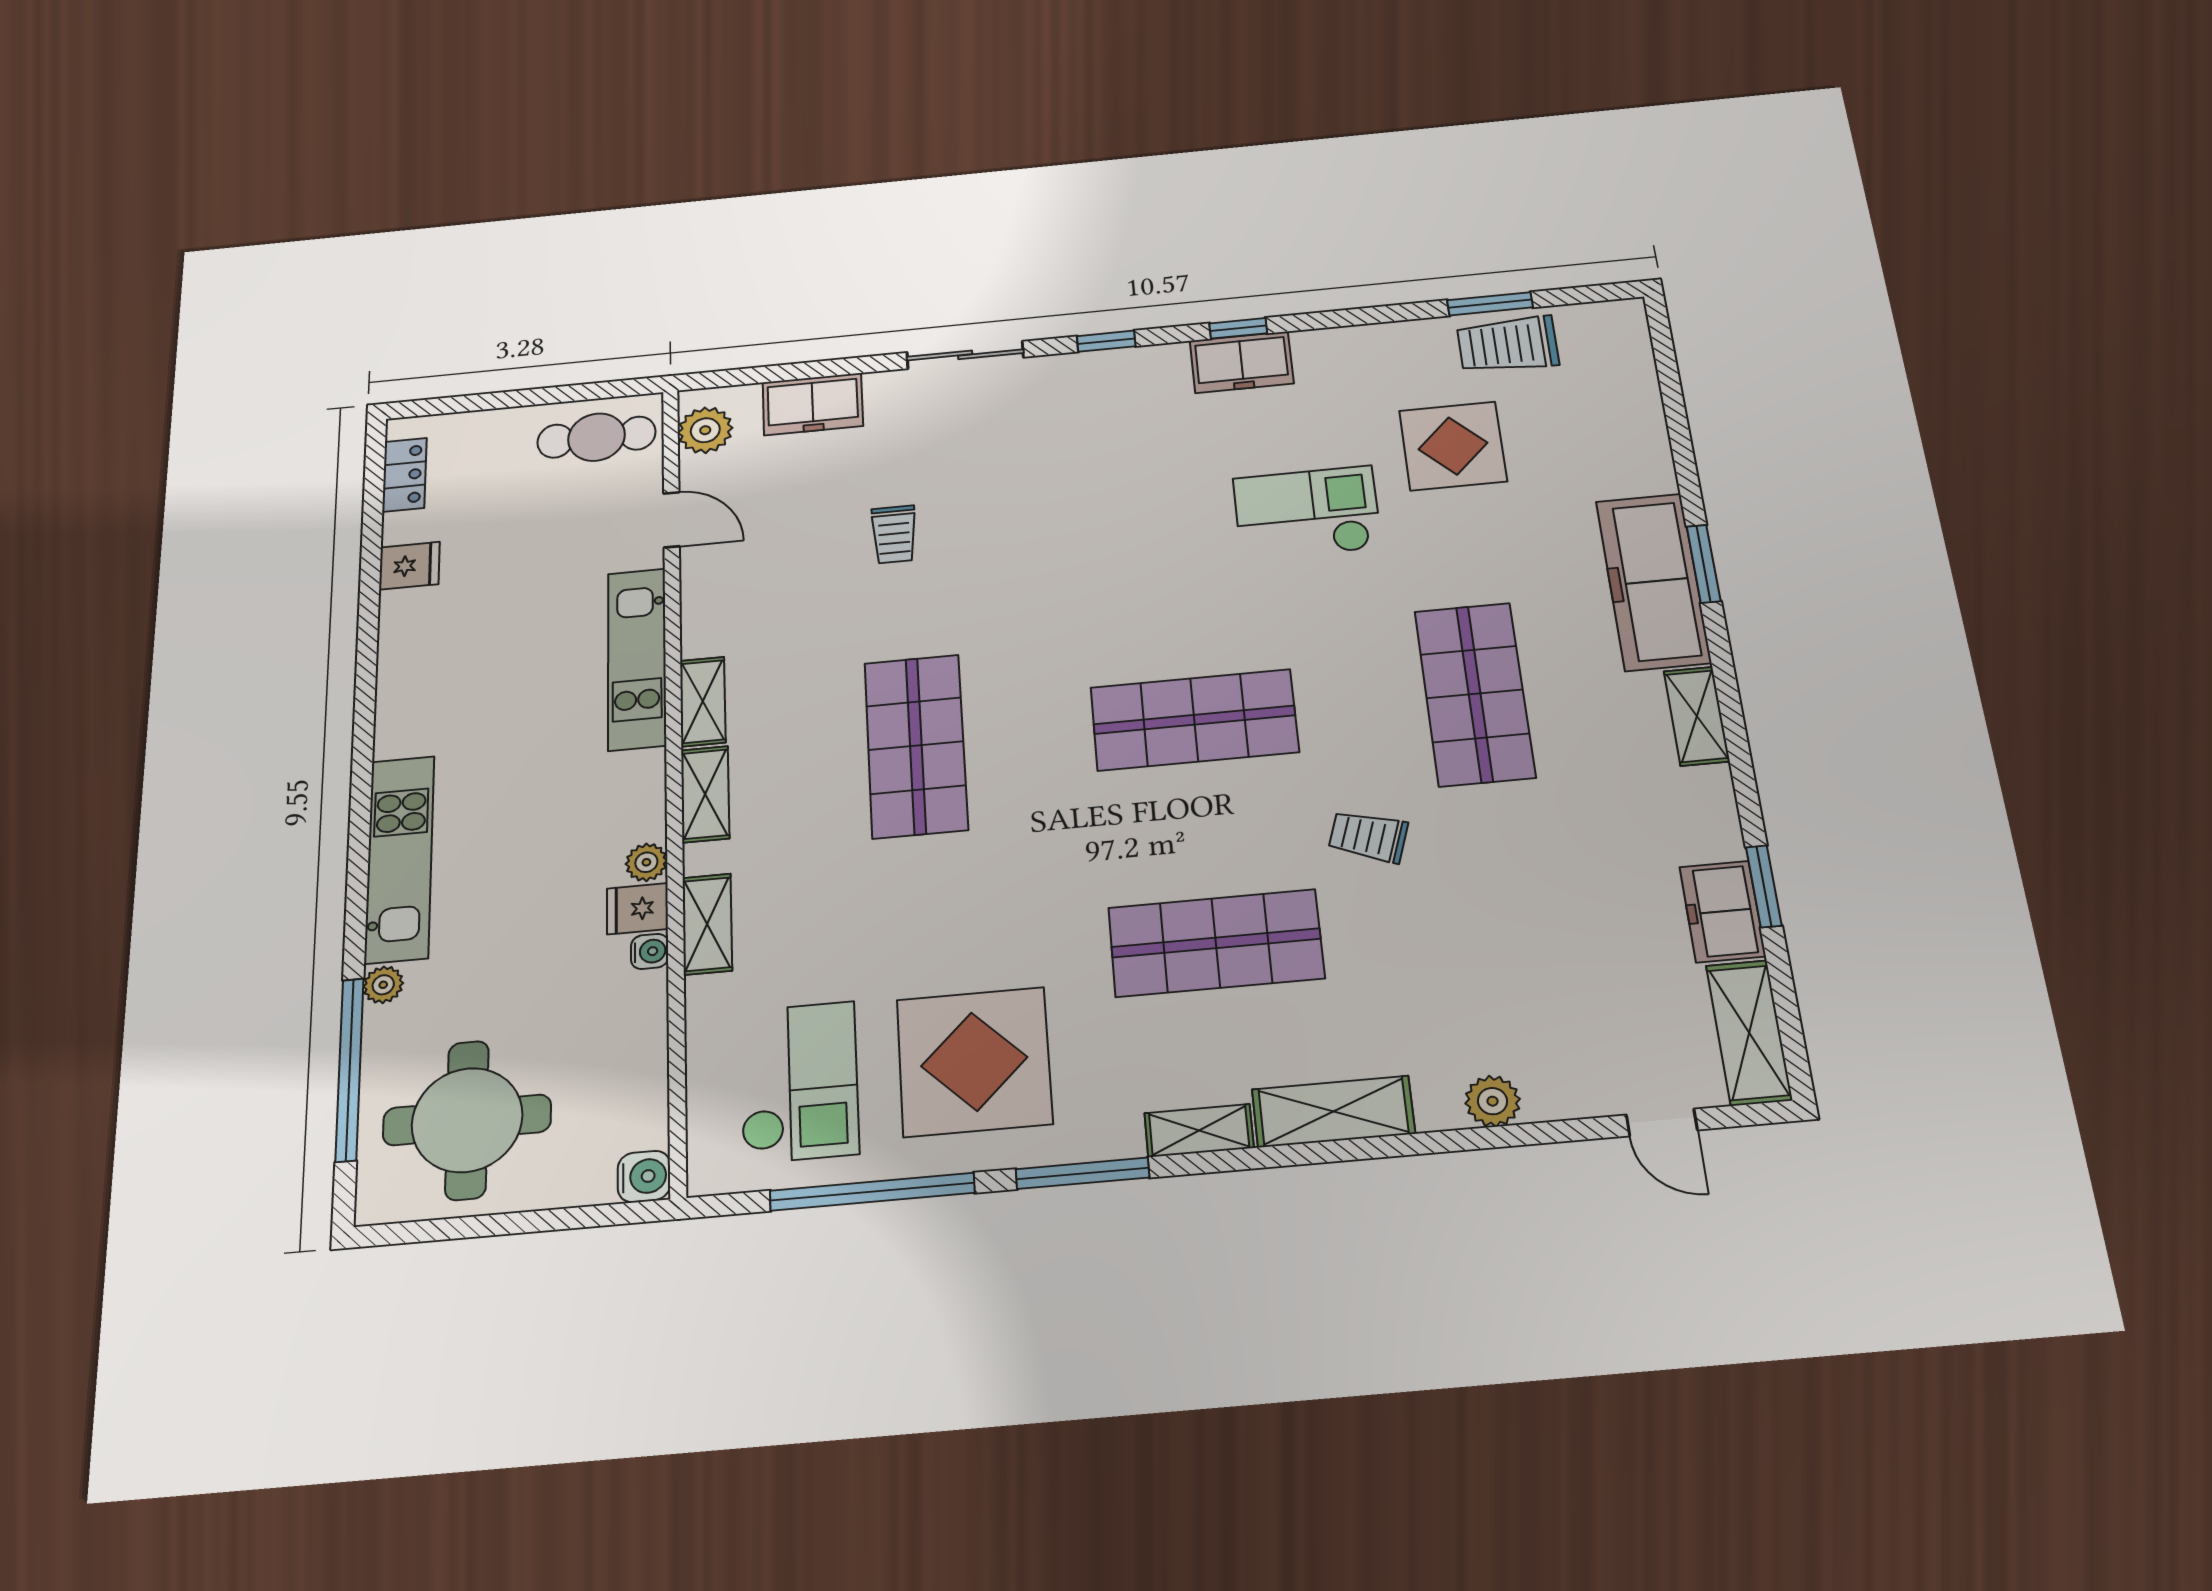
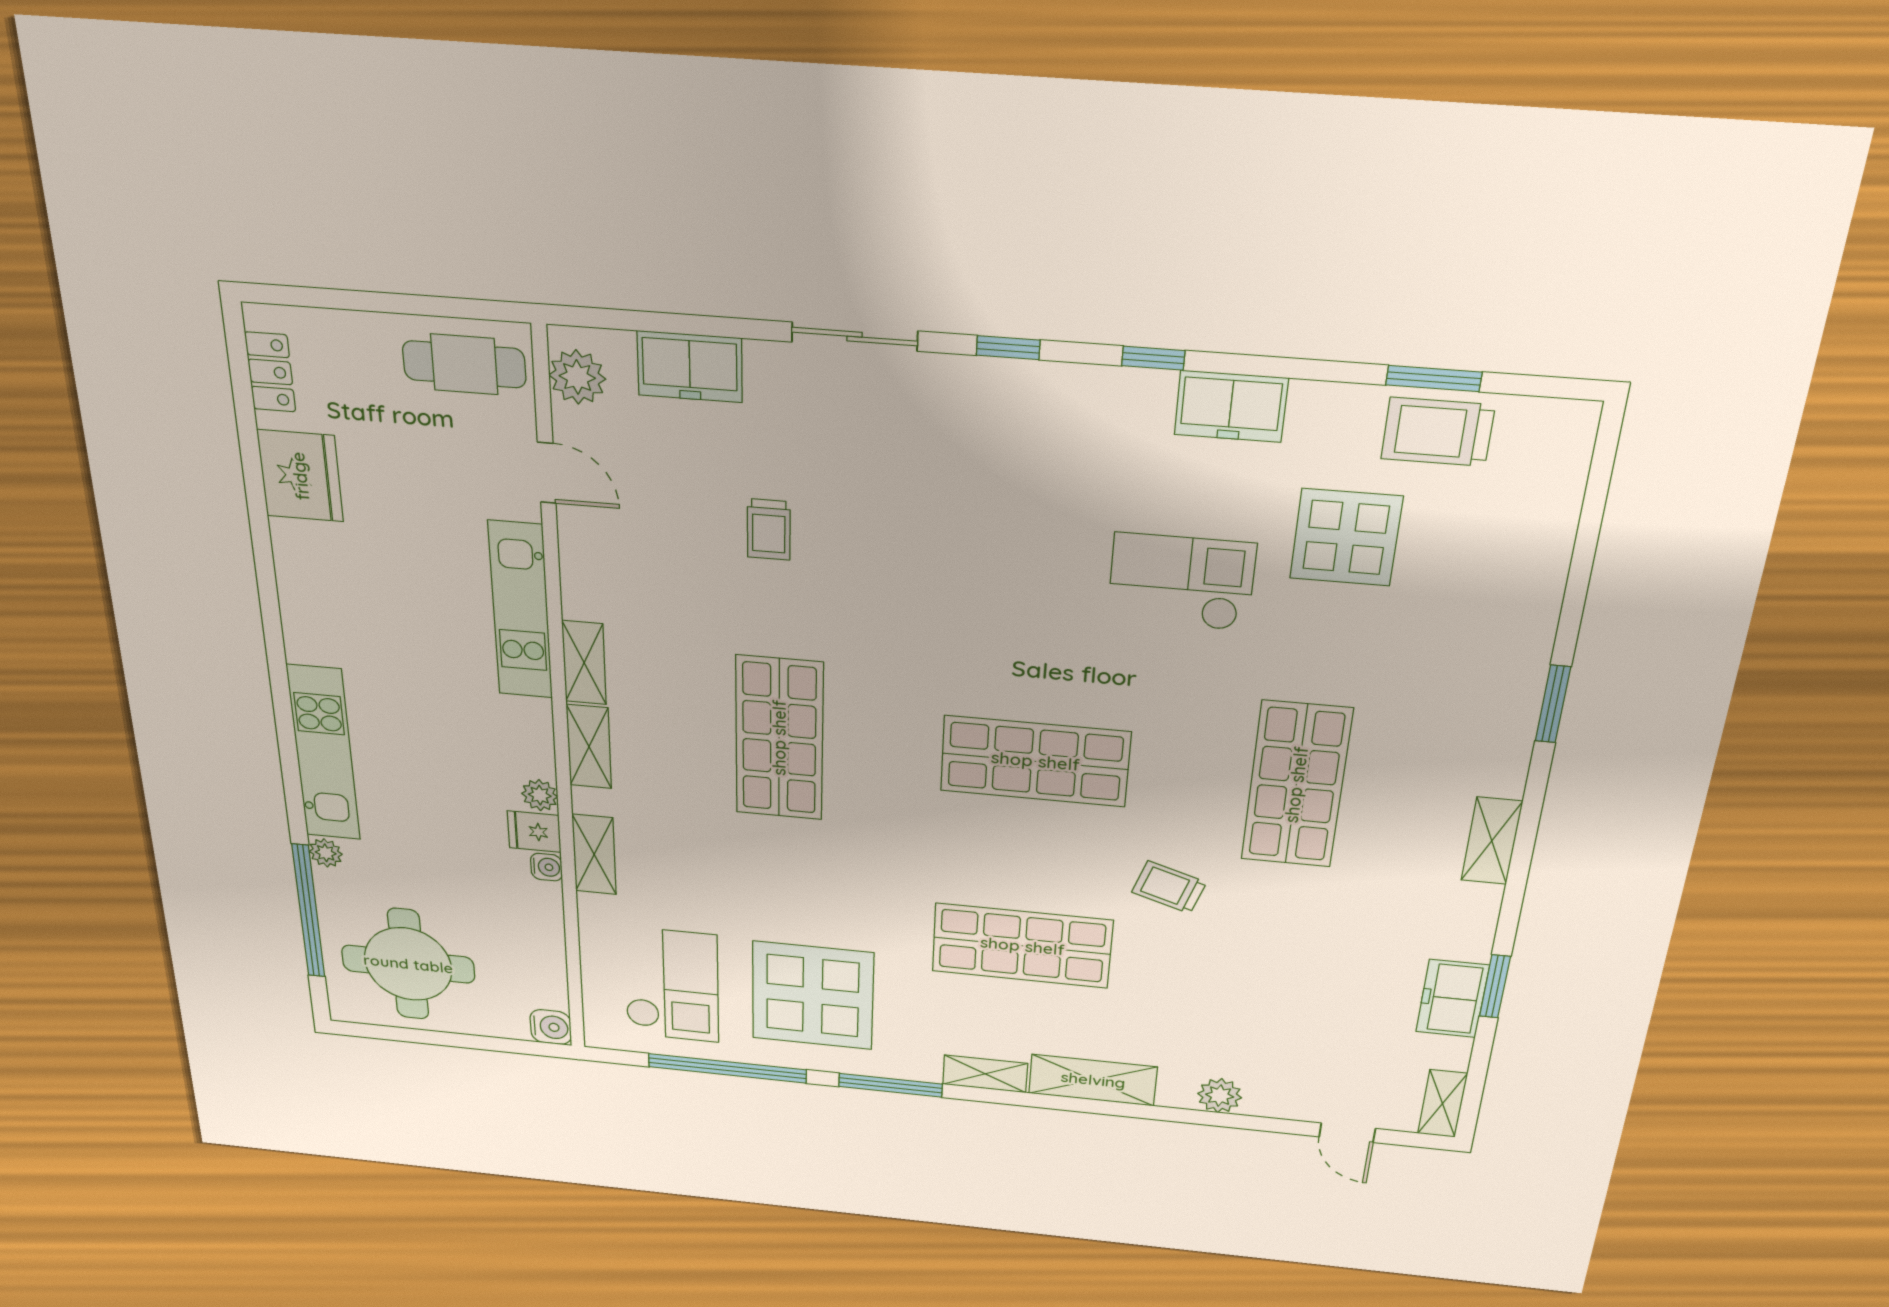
freezer: (1242, 362) -> (1231, 406), moved
fridge: (409, 566) -> (300, 476), width x1.88, depth x1.34
freezer: (1653, 581) -> (1498, 712), removed
shelving: (1749, 1033) -> (1442, 1103), width x0.67, depth x0.75

